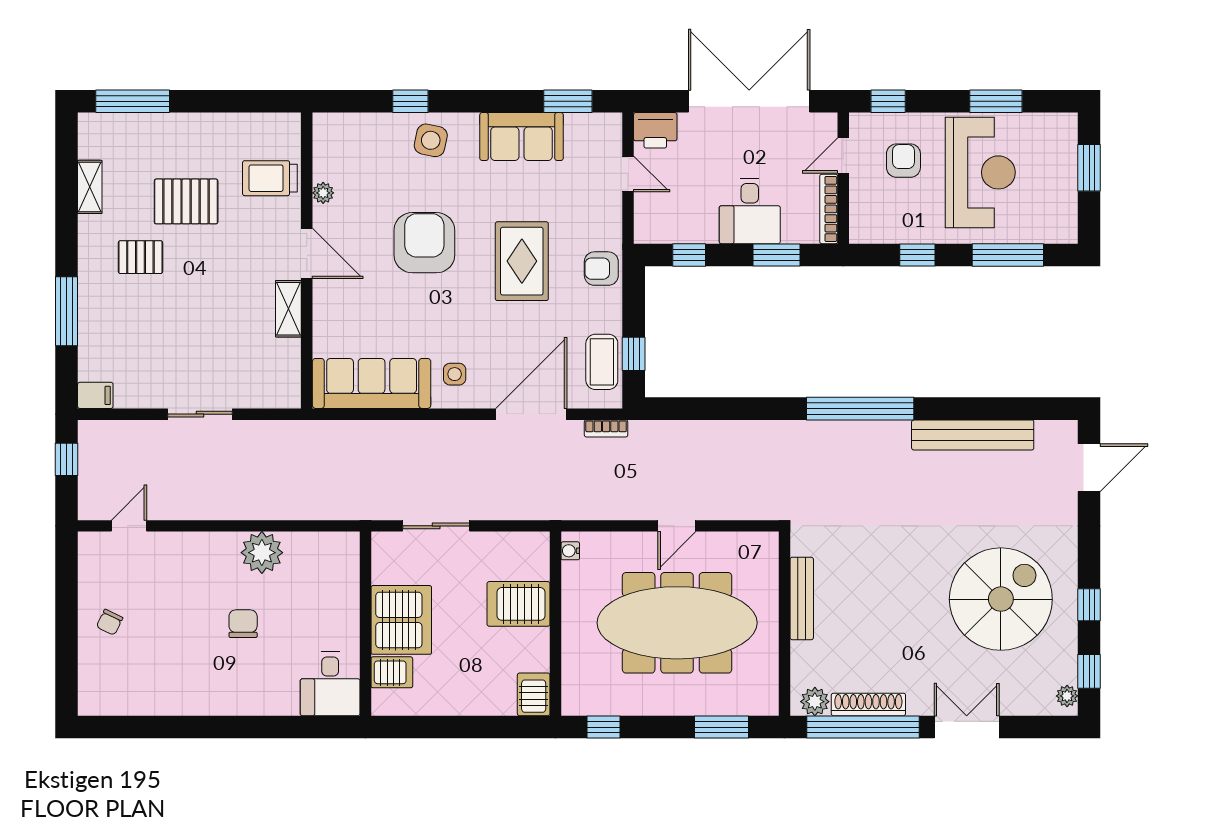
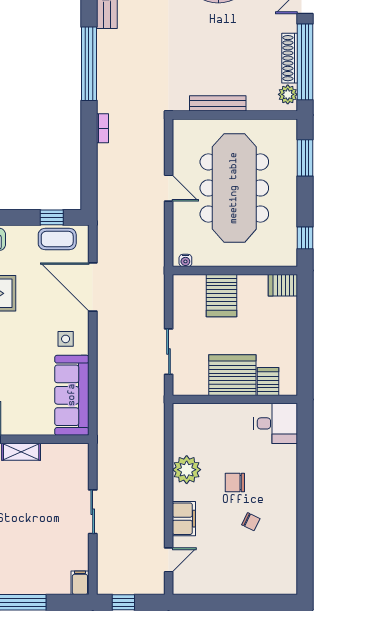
bookcase: (606, 428) -> (102, 128), moved
door: (129, 526) -> (169, 560), swing flipped
filing cabinet: (190, 548) -> (184, 519), added
chair: (110, 622) -> (251, 522), moved

